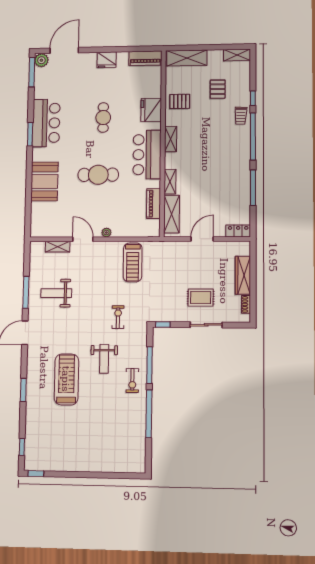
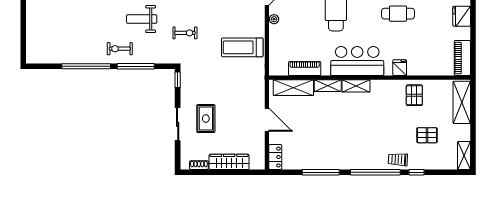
fridge: (151, 110) -> (400, 68), width x0.53, depth x0.75
shelving: (171, 139) -> (356, 86), moved

